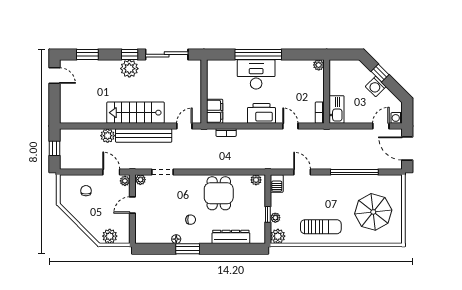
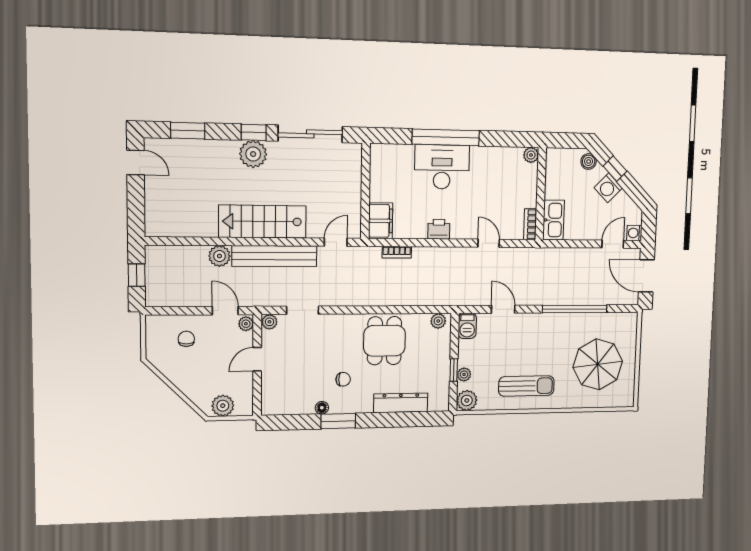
boiler: (360, 68) -> (589, 161), added
printer: (261, 113) -> (439, 229), width x0.53, depth x0.68

